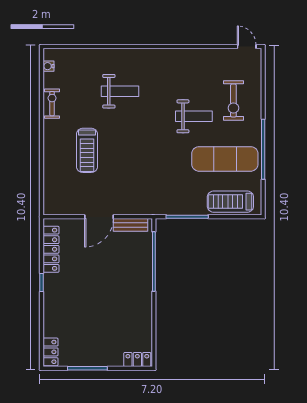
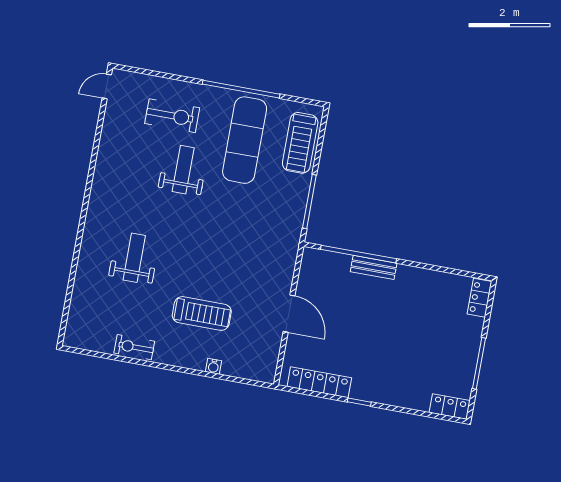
water cooler: (48, 66) -> (213, 366), moved
bench: (131, 225) -> (374, 267), moved, turned 90

